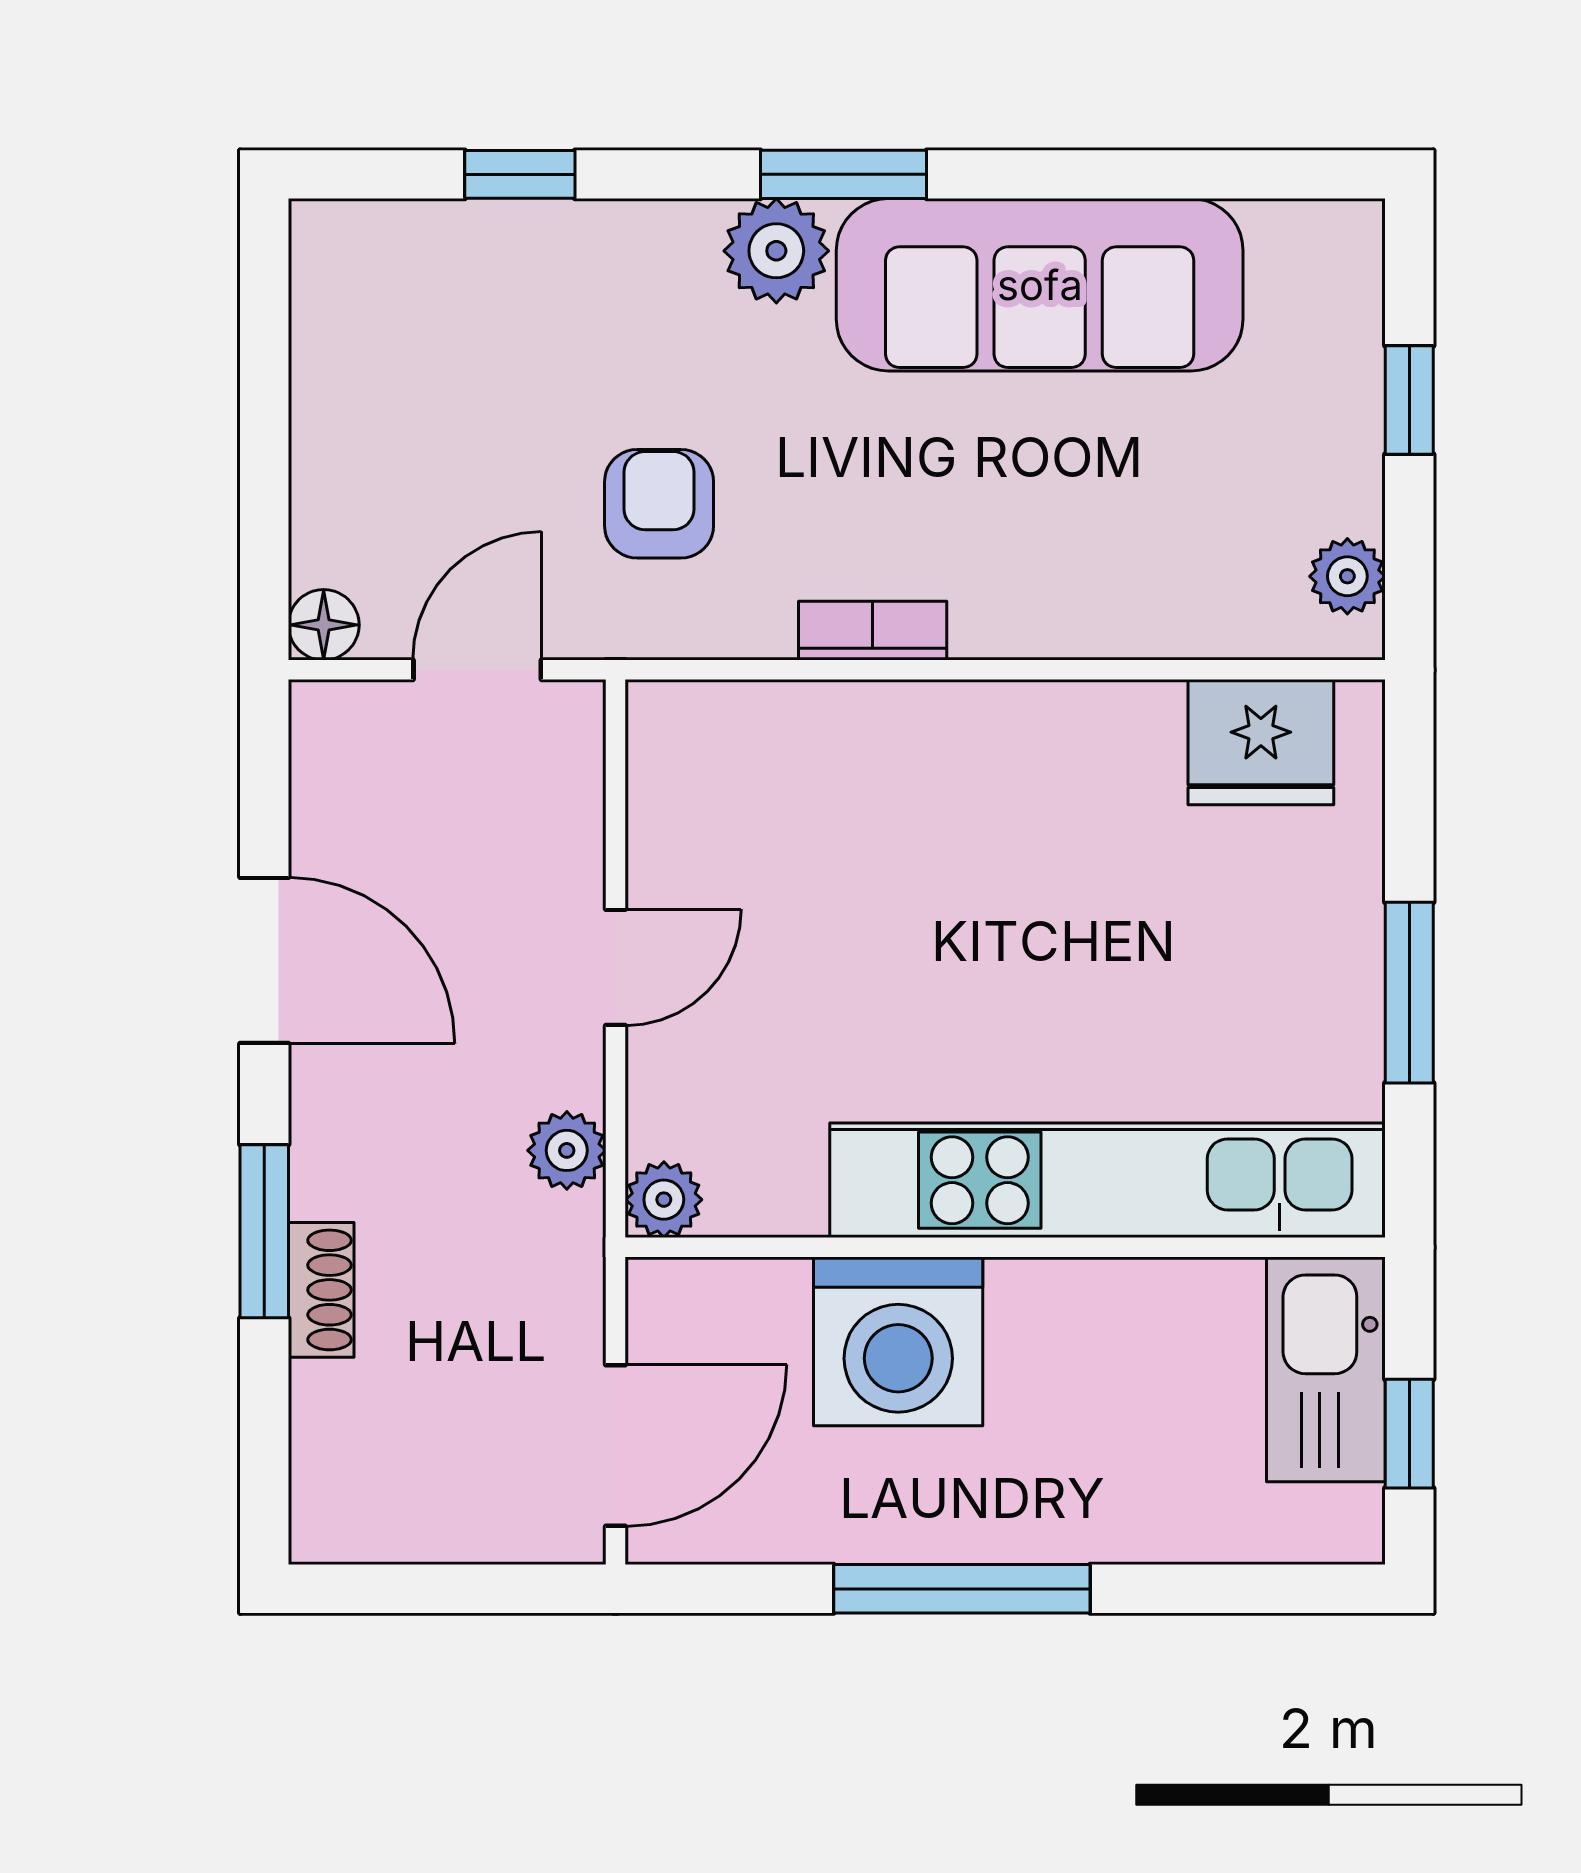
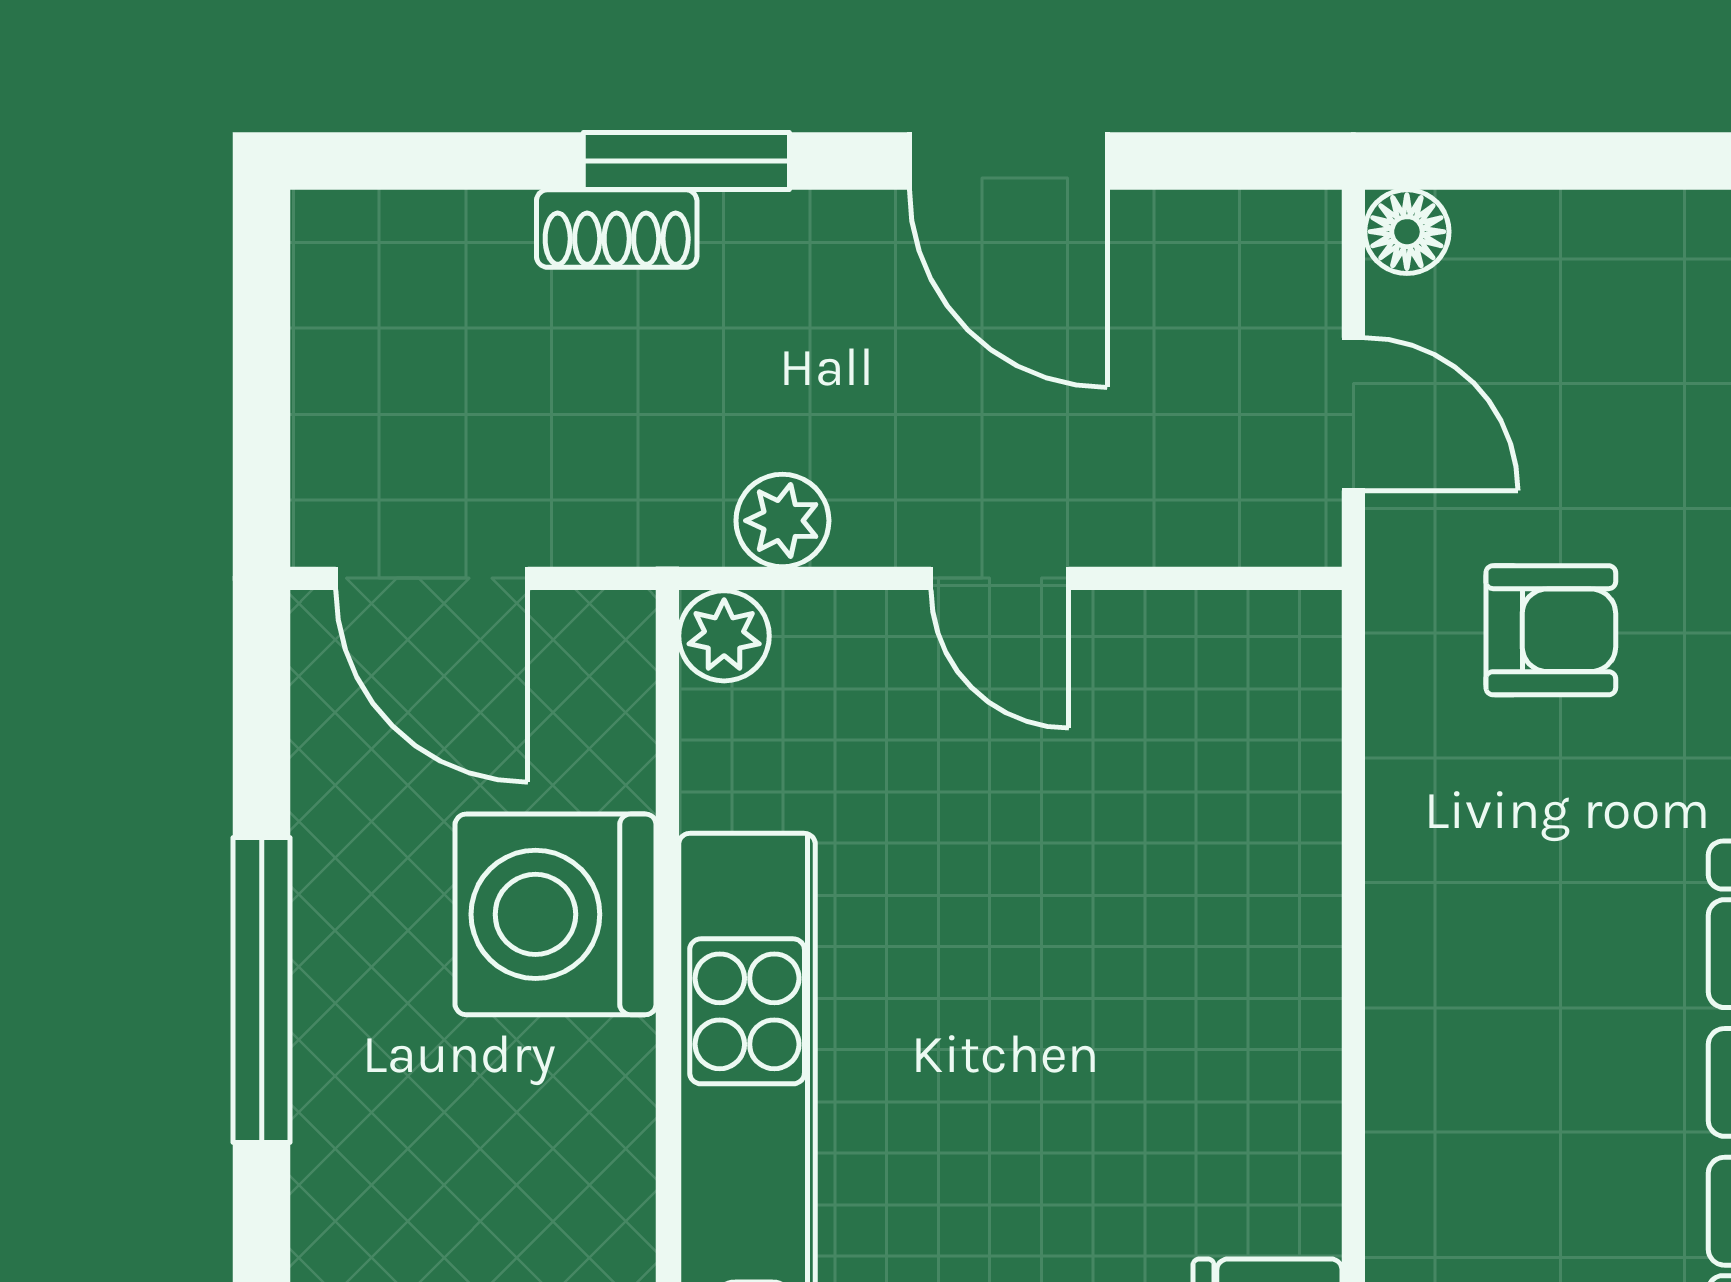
bookcase: (873, 631) -> (1400, 884), removed
door: (264, 960) -> (1008, 161), hinge flipped

